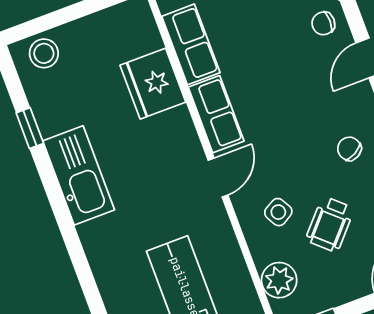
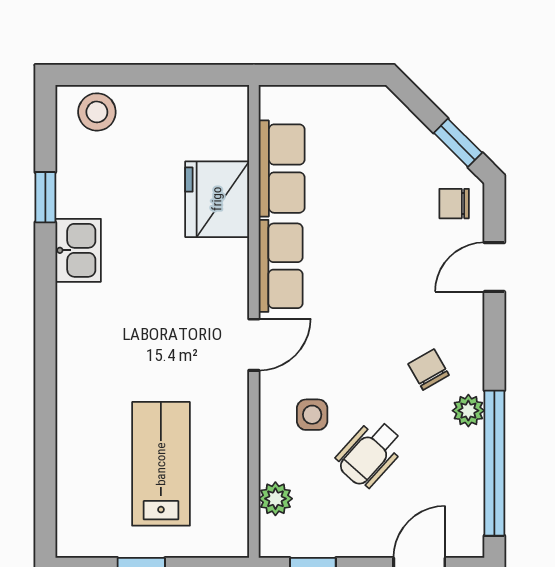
kitchen sink: (79, 175) -> (78, 250), width x0.53, depth x0.81
side table: (278, 212) -> (312, 415), turned 30
plant: (279, 280) -> (275, 499), width x0.73, depth x0.73

